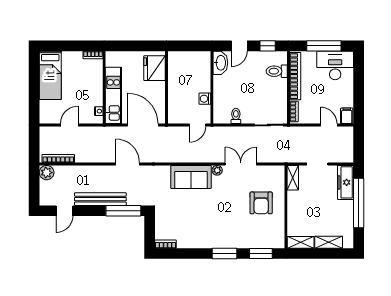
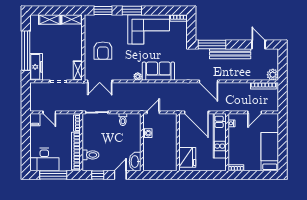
double door: (241, 164) -> (100, 81), moved
armchair: (261, 203) -> (103, 51), turned 180
door: (65, 211) -> (259, 44), hinge flipped
corner sofa: (203, 230) -> (149, 29), added

